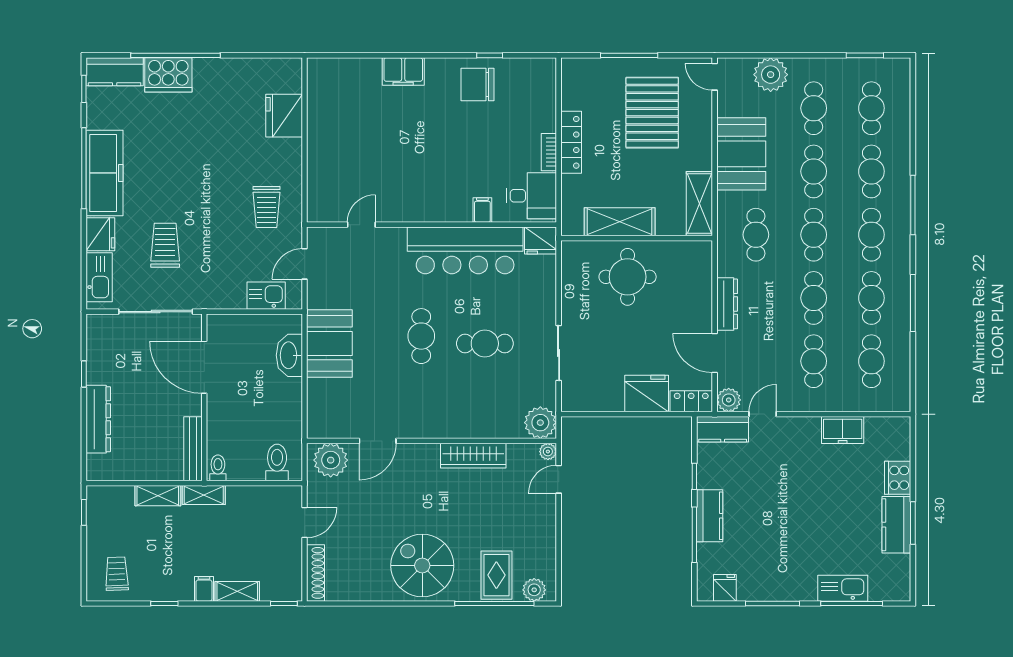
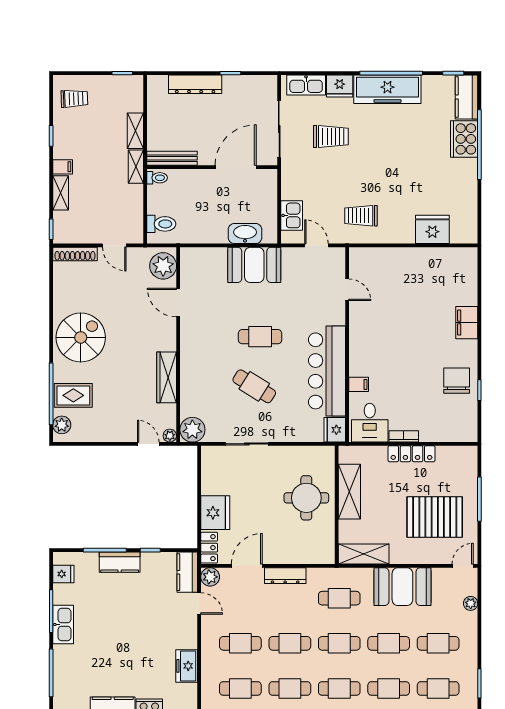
plant: (771, 75) -> (471, 603), width x0.53, depth x0.53
cafe table: (485, 344) -> (254, 386), turned -58
kitchen sink: (843, 588) -> (63, 625), moved

